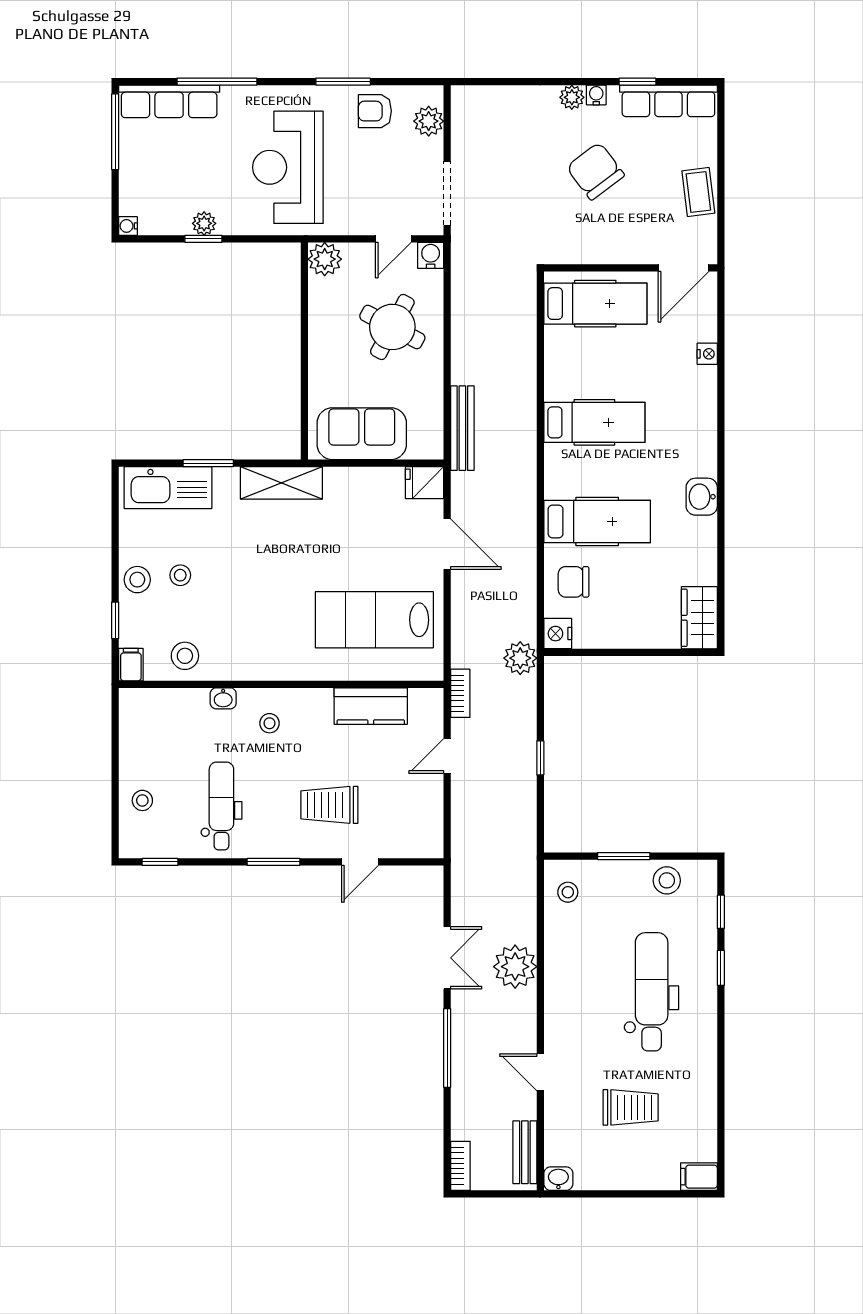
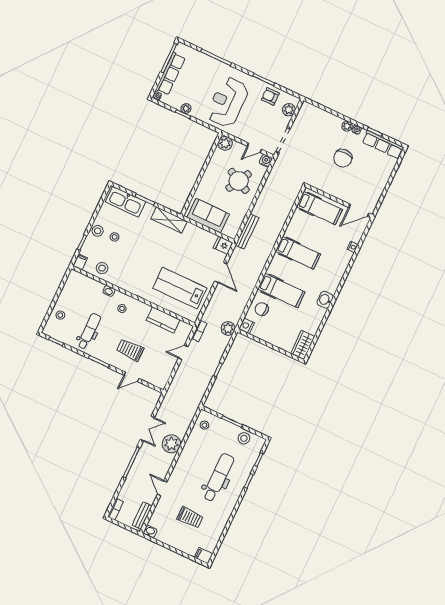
row of seats: (169, 101) -> (170, 74), moved, turned -90
chair: (595, 171) -> (343, 158), turned -143
coffee table: (698, 192) -> (378, 184), removed

